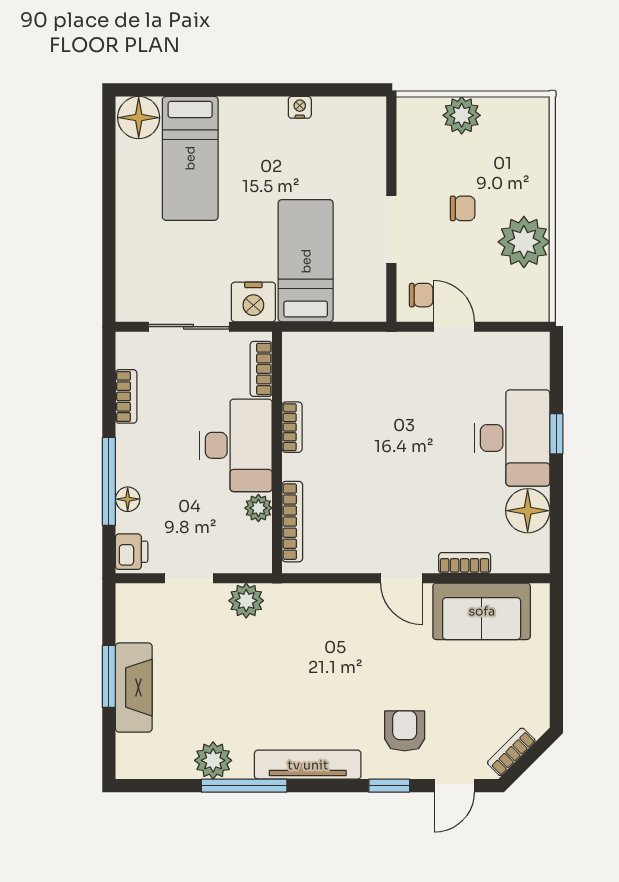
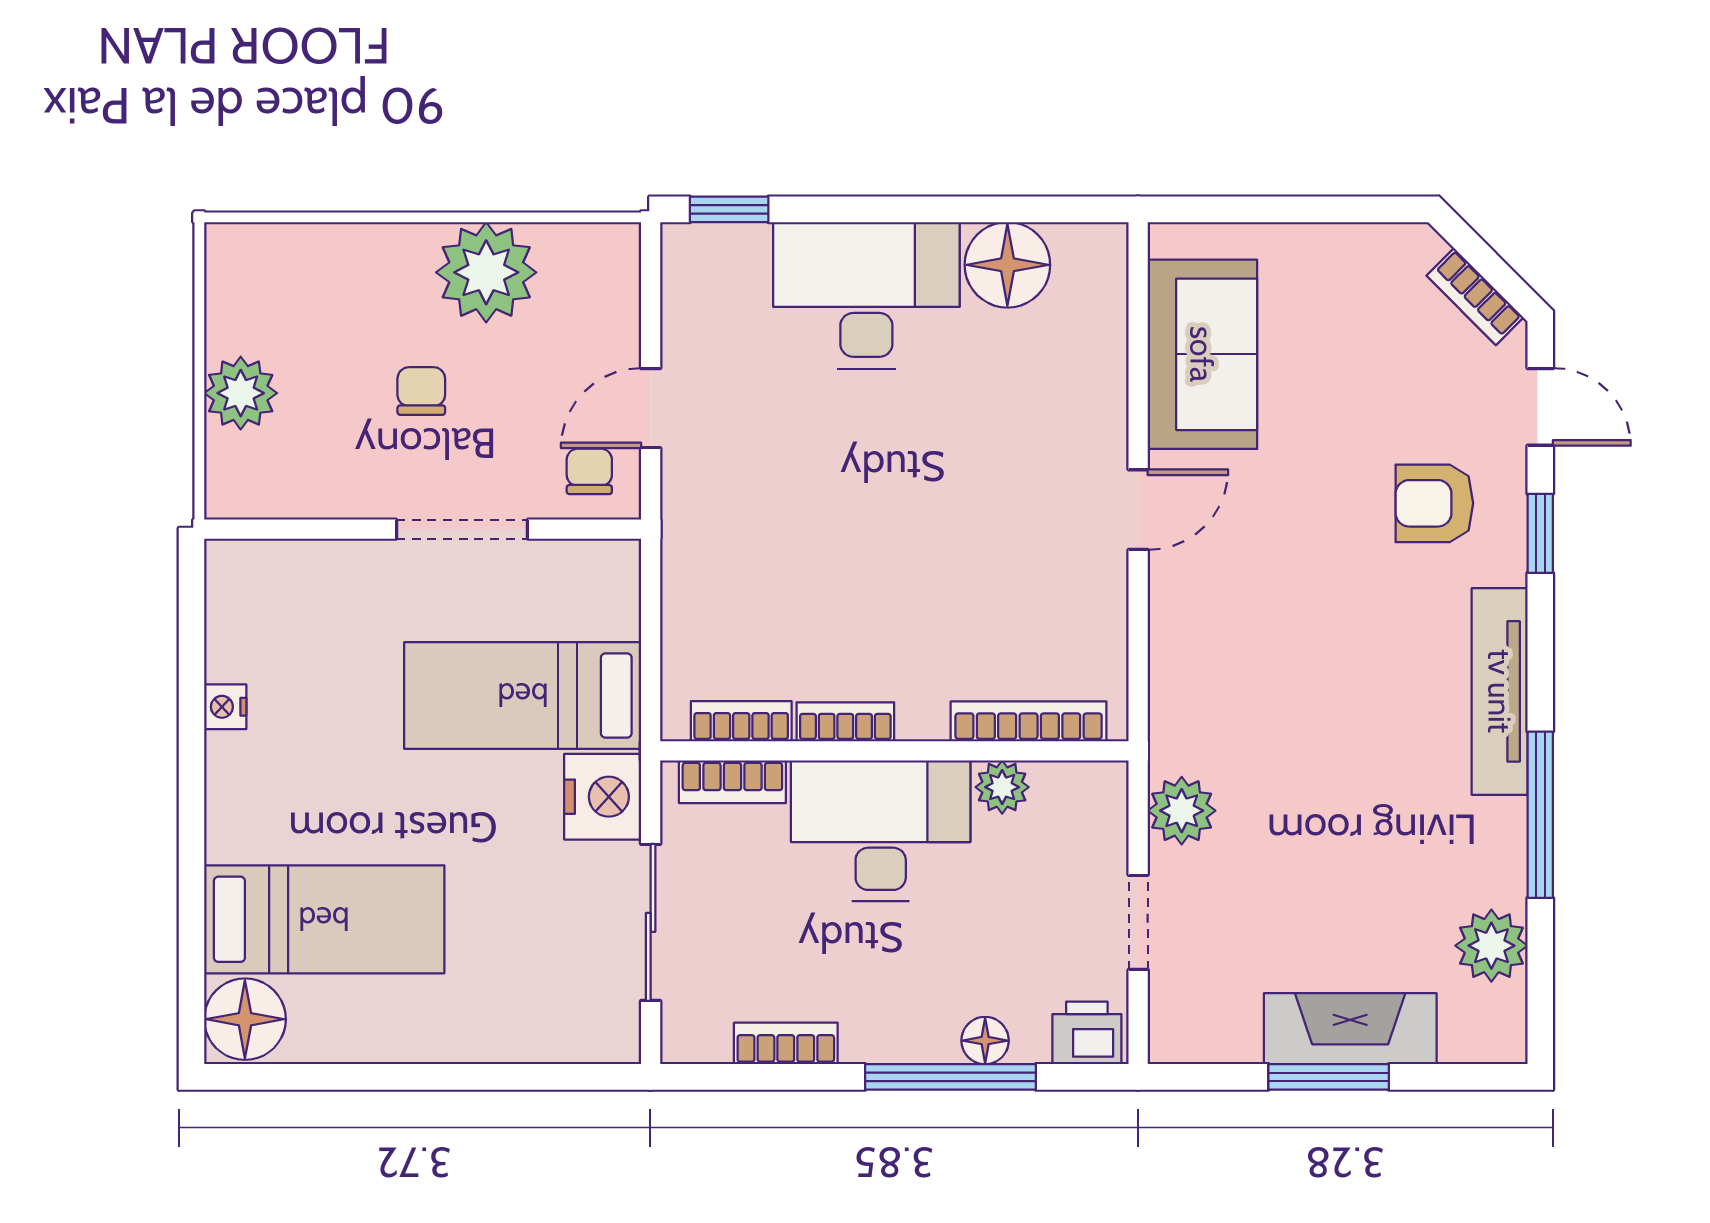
window: (556, 434) -> (729, 209), moved
bookcase: (465, 563) -> (741, 721), moved, turned 90
plant: (213, 760) -> (1491, 946), moved

